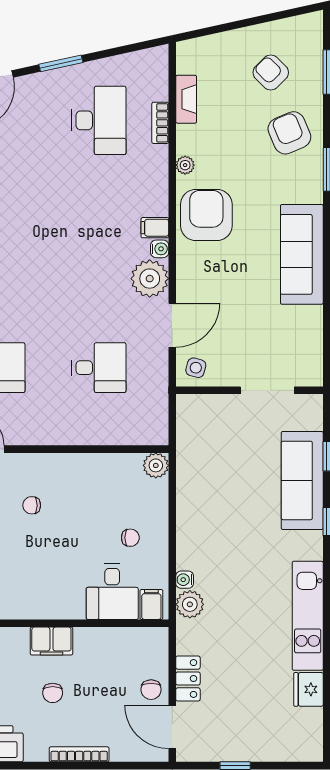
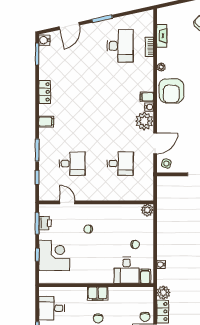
armchair: (206, 215) -> (171, 91), turned 180
plant: (190, 604) -> (163, 293), moved

